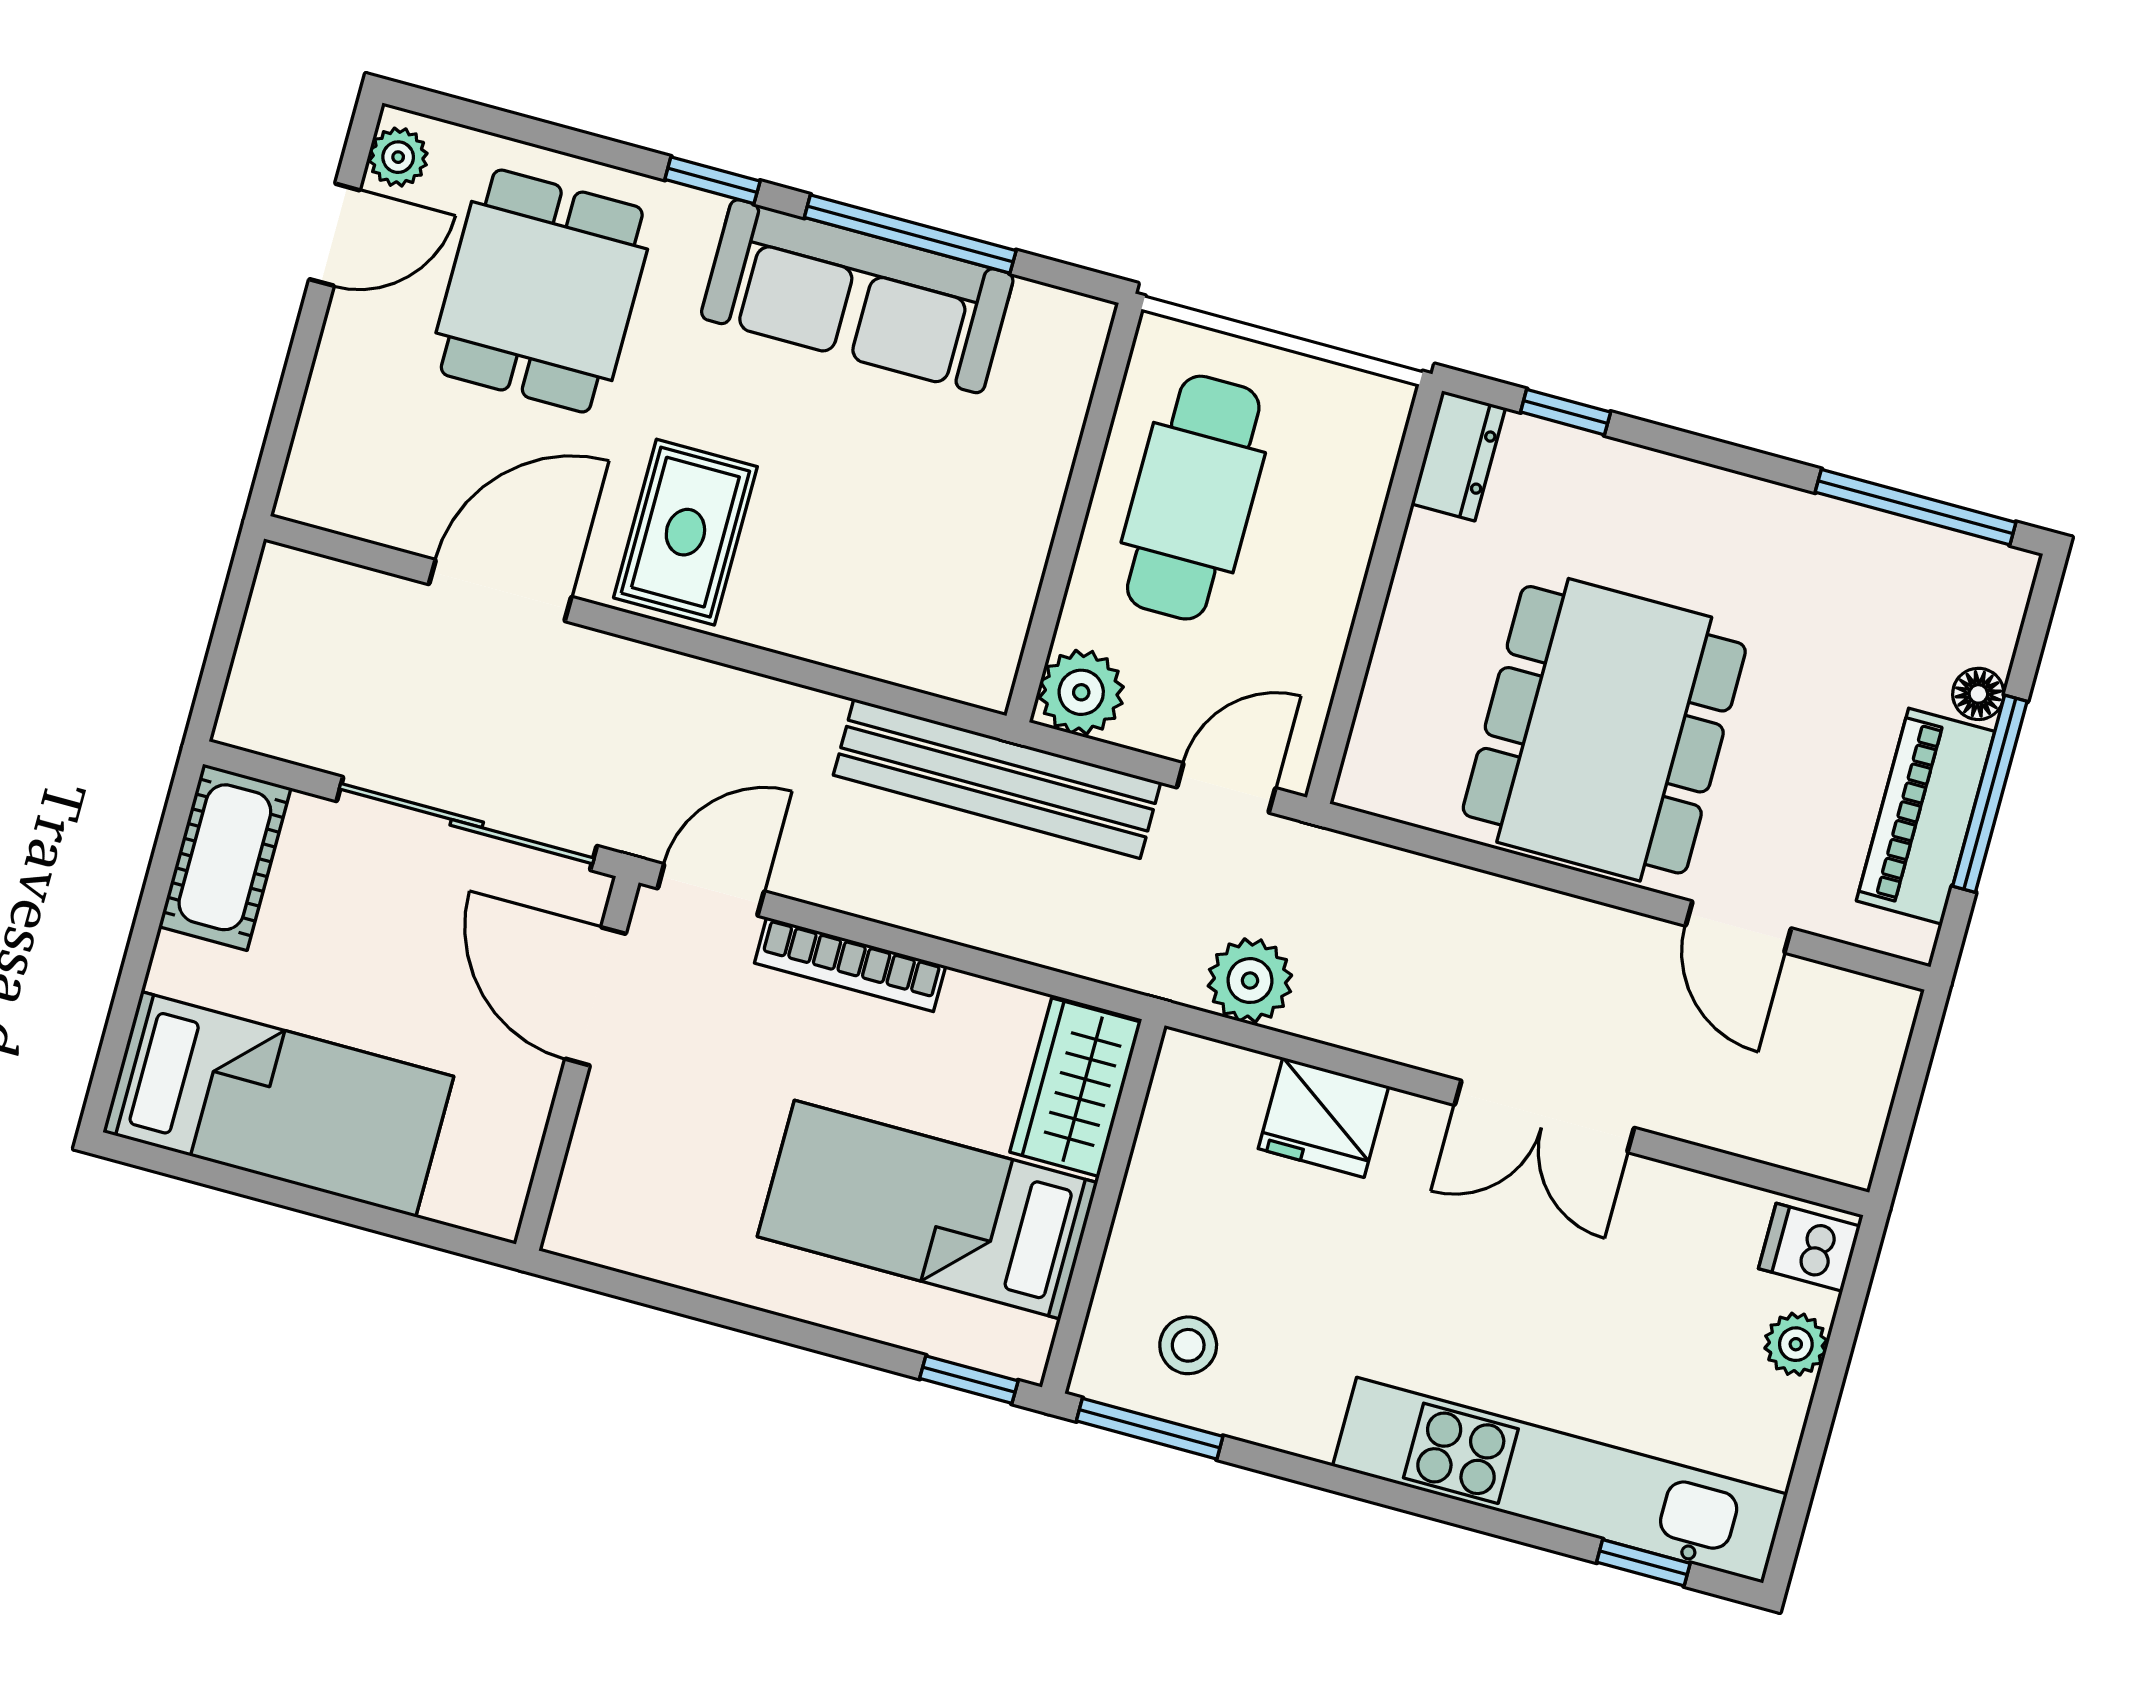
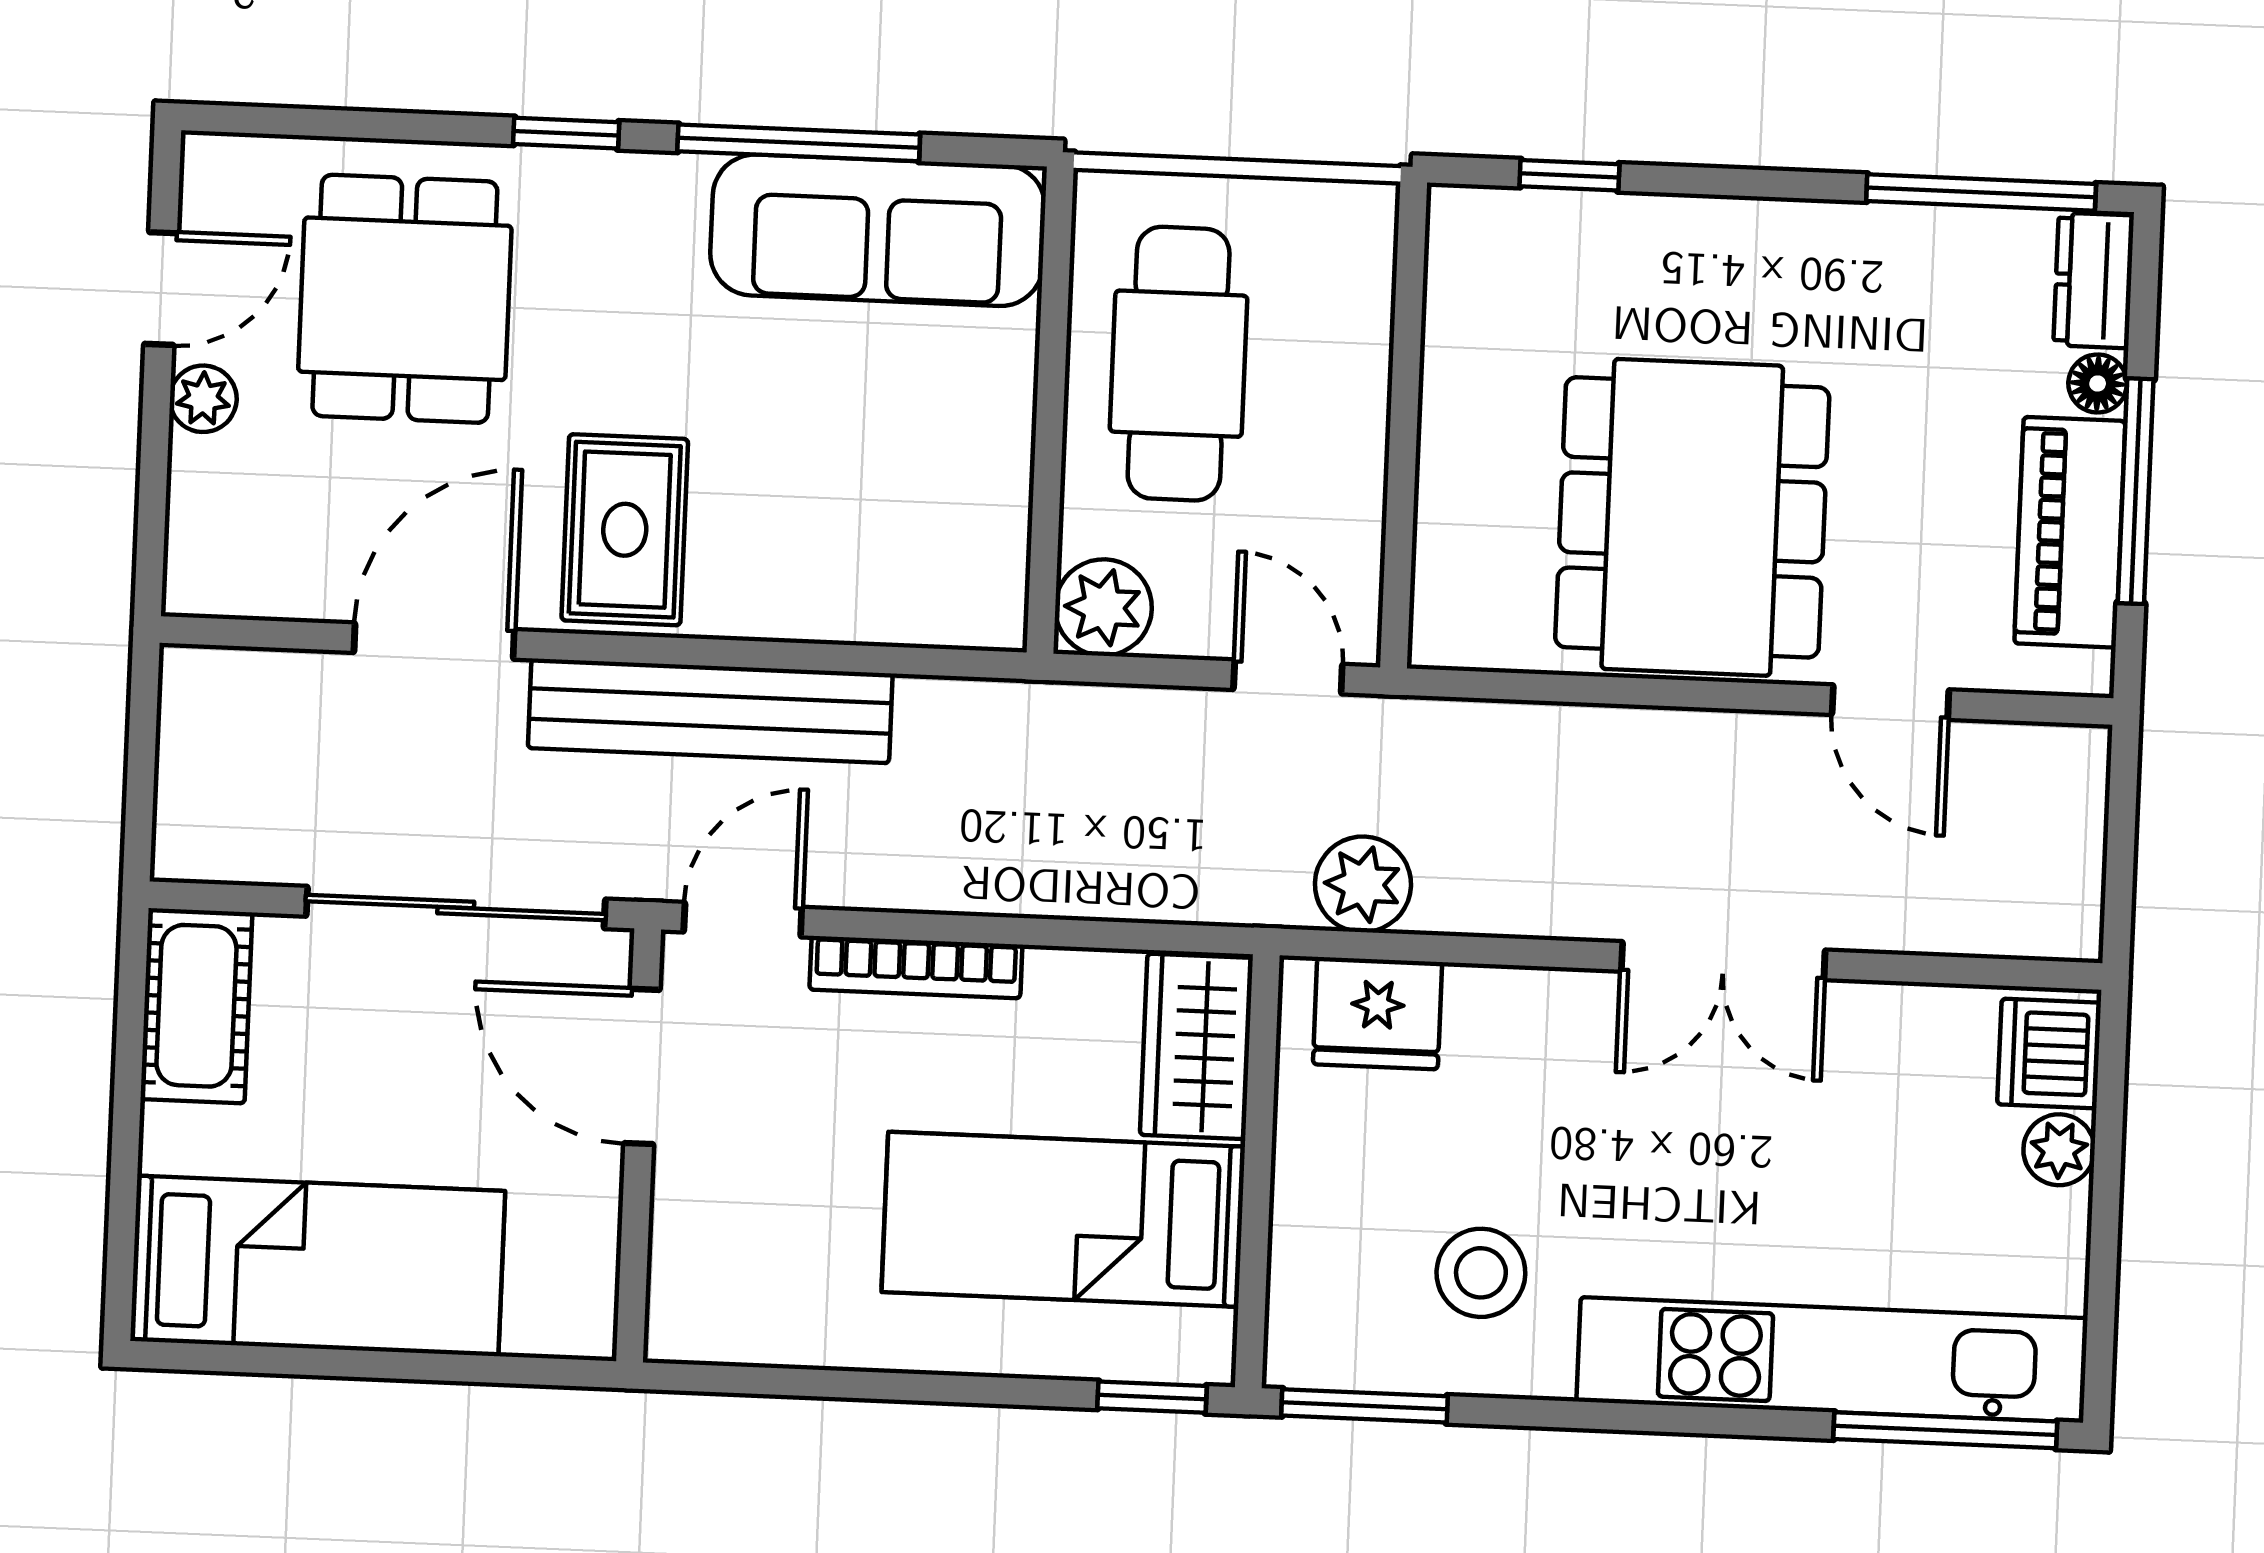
plant: (398, 157) -> (203, 399), moved
sofa: (857, 296) -> (878, 230), moved
dresser: (1458, 456) -> (2094, 280), moved, turned 180
bench: (997, 779) -> (710, 711), moved
door: (1226, 788) -> (1288, 677), hinge flipped
fridge: (1323, 1117) -> (1378, 1013), moved
dishwasher: (1809, 1247) -> (2049, 1054), width x1.38
stool: (1188, 1345) -> (1481, 1273), moved, width x1.37, depth x1.37
window: (1643, 1563) -> (1945, 1430), width x2.17

